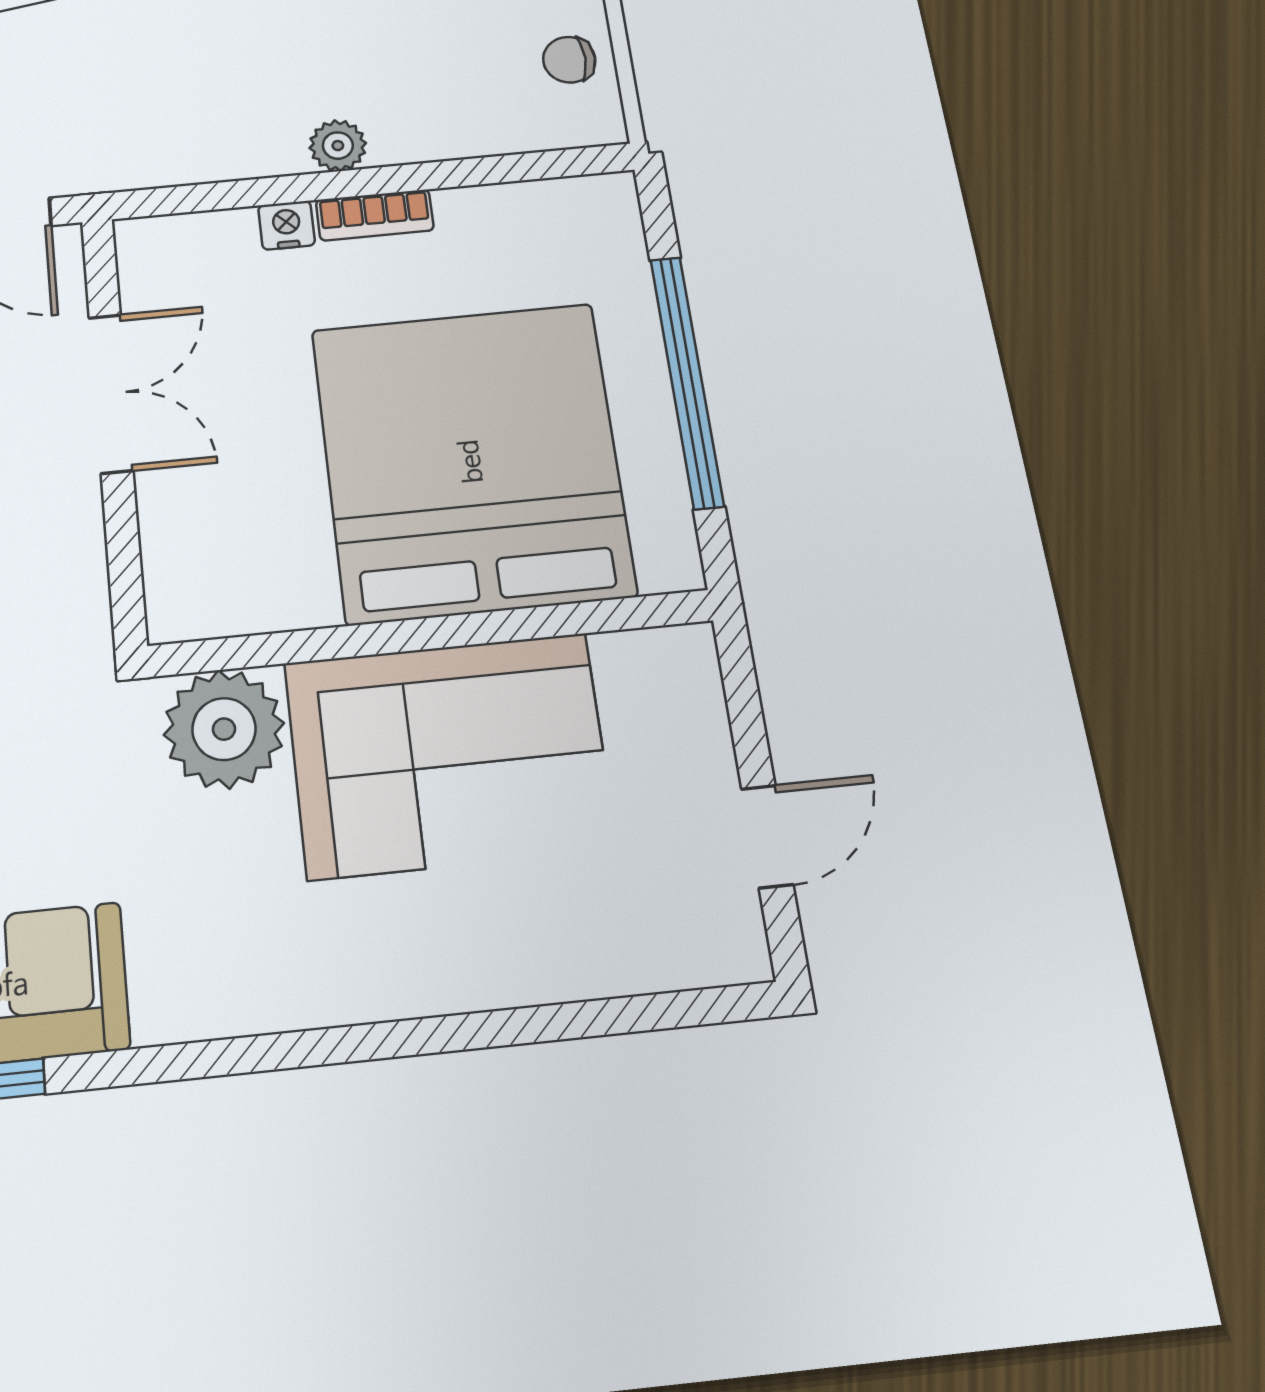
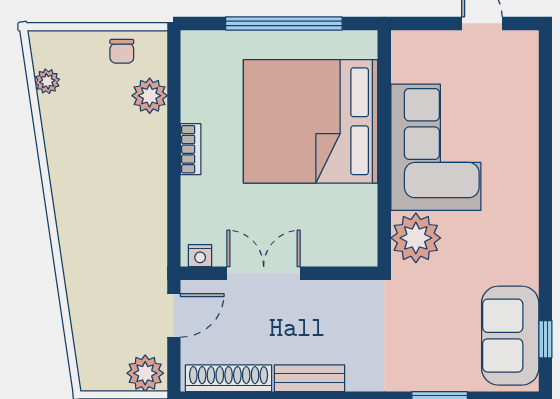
plant: (338, 146) -> (150, 96), moved, width x1.38, depth x1.38
nightstand: (287, 225) -> (200, 256), moved, turned -90

